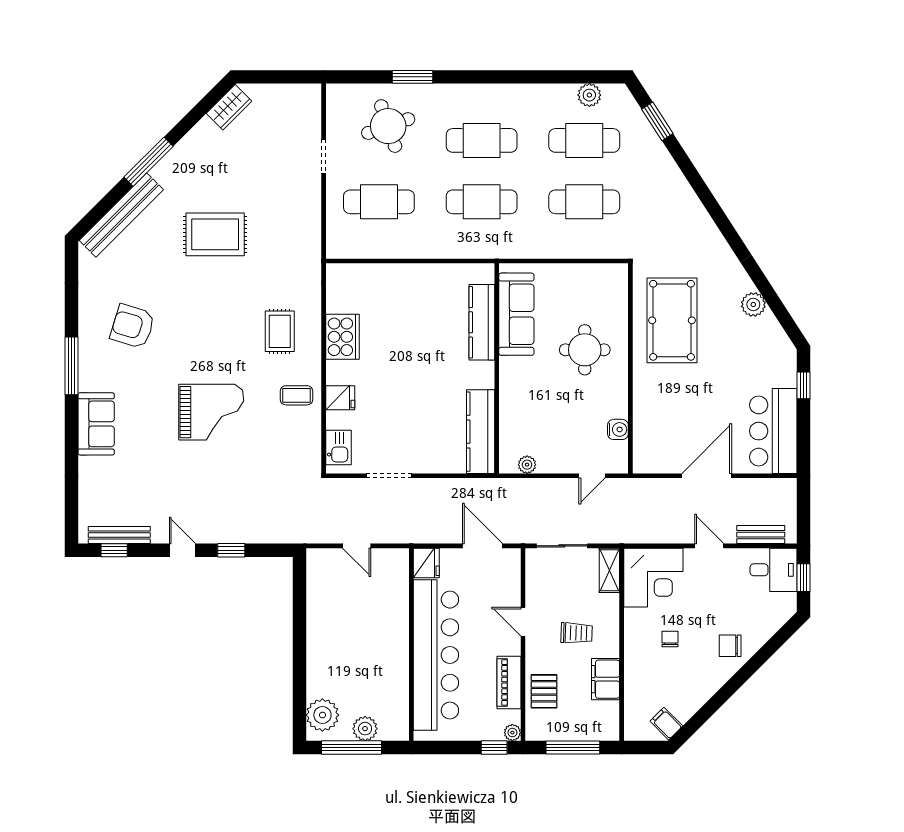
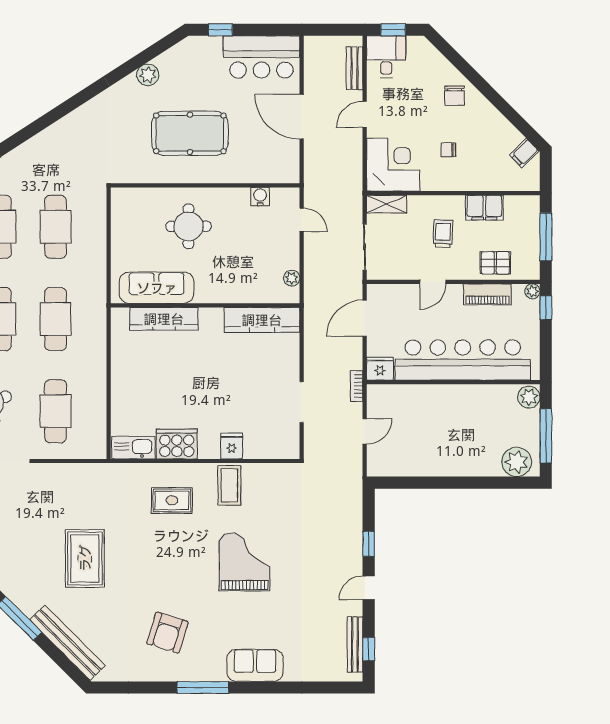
pool table: (672, 320) -> (190, 133), moved
coffee table: (296, 395) -> (229, 485), width x1.36, depth x1.30
kitchen sink: (338, 448) -> (133, 448), moved, width x1.38
bookcase: (407, 537) -> (356, 386), added
plant: (365, 729) -> (529, 397), moved

